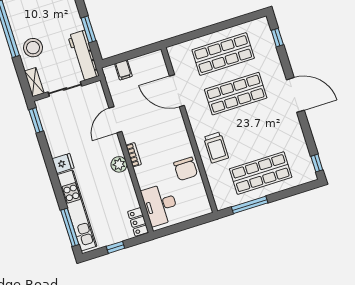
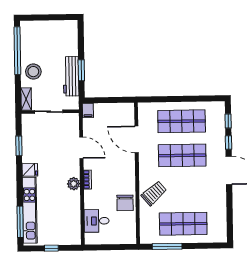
workbench: (83, 56) -> (71, 76), moved
filing cabinet: (123, 70) -> (88, 111), moved
window: (36, 120) -> (19, 146), moved
door: (115, 120) -> (81, 148), swing flipped
trolley: (216, 148) -> (154, 193), turned -131
window: (317, 163) -> (228, 143), moved
desk: (160, 205) -> (97, 221), width x0.73
locker: (138, 222) -> (75, 233), removed

